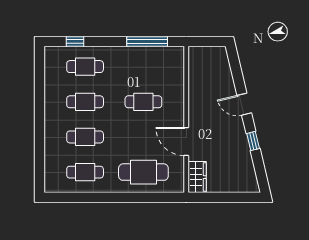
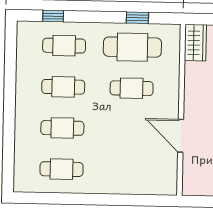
window: (147, 41) -> (137, 18), width x0.46
cafe table: (143, 172) -> (132, 47), moved
wardrobe: (197, 177) -> (195, 43), moved

